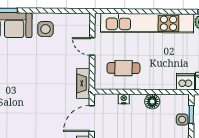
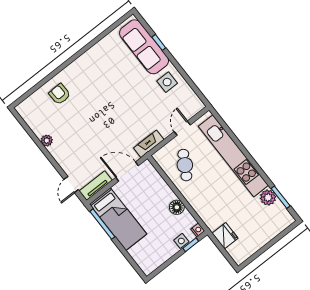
cafe table: (123, 68) -> (185, 165), turned 30
dishwasher: (185, 82) -> (212, 220), removed
nightstand: (124, 99) -> (198, 230), moved

